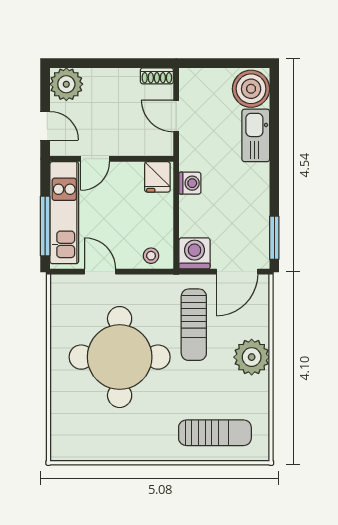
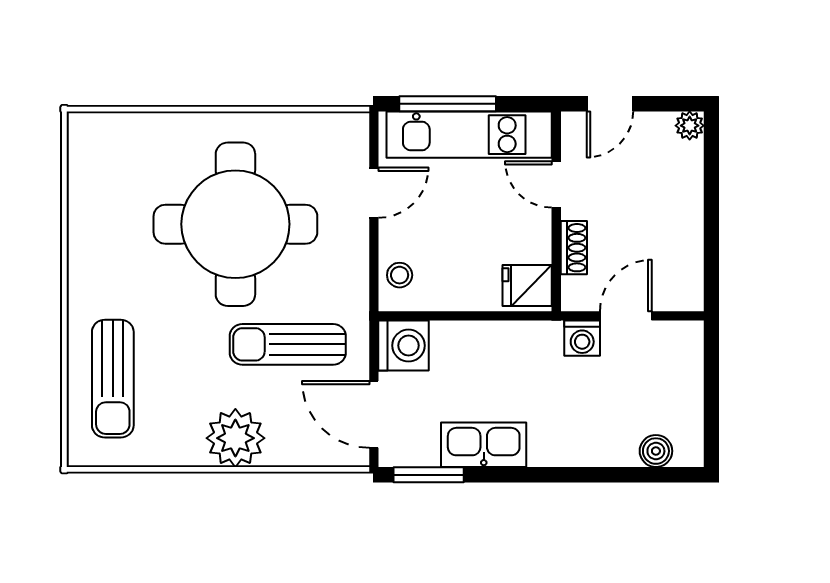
shoe rack: (157, 76) -> (574, 248), moved, turned 180
plant: (66, 84) -> (690, 126), width x0.53, depth x0.53
boiler: (251, 89) -> (656, 451), width x0.54, depth x0.54
kitchen sink: (256, 135) -> (484, 445), moved
washing machine: (190, 183) -> (582, 338), moved

